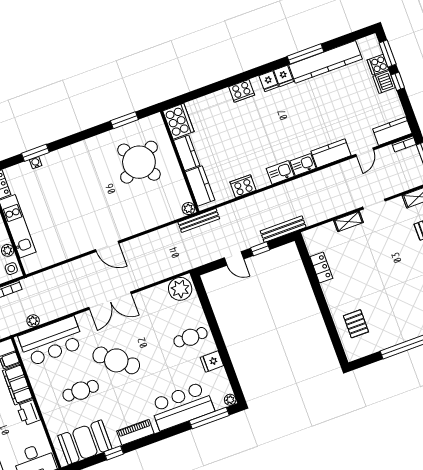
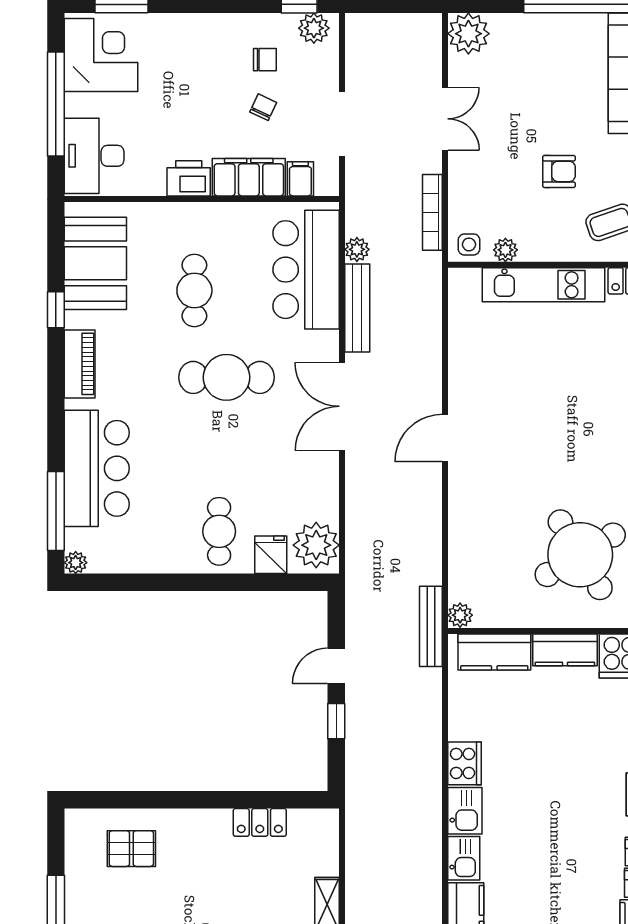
cooker: (243, 186) -> (465, 763), moved
bench: (283, 229) -> (357, 308), moved
cafe table: (116, 360) -> (226, 377), turned 51
fridge: (212, 362) -> (271, 555), moved

